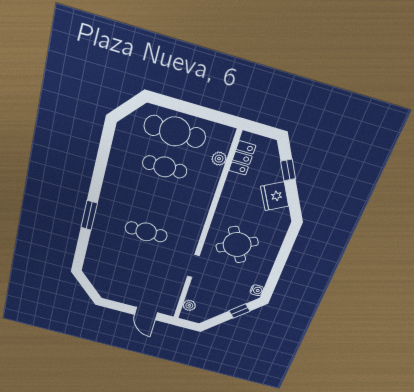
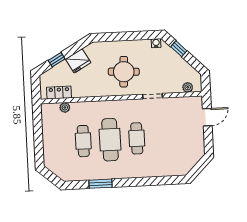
cafe table: (175, 132) -> (110, 140), moved
window: (89, 215) -> (100, 184), moved
round table: (237, 245) -> (124, 72), turned 32

